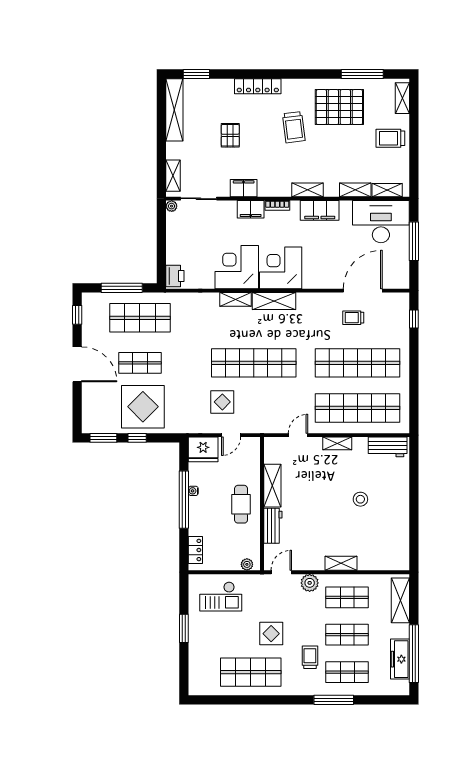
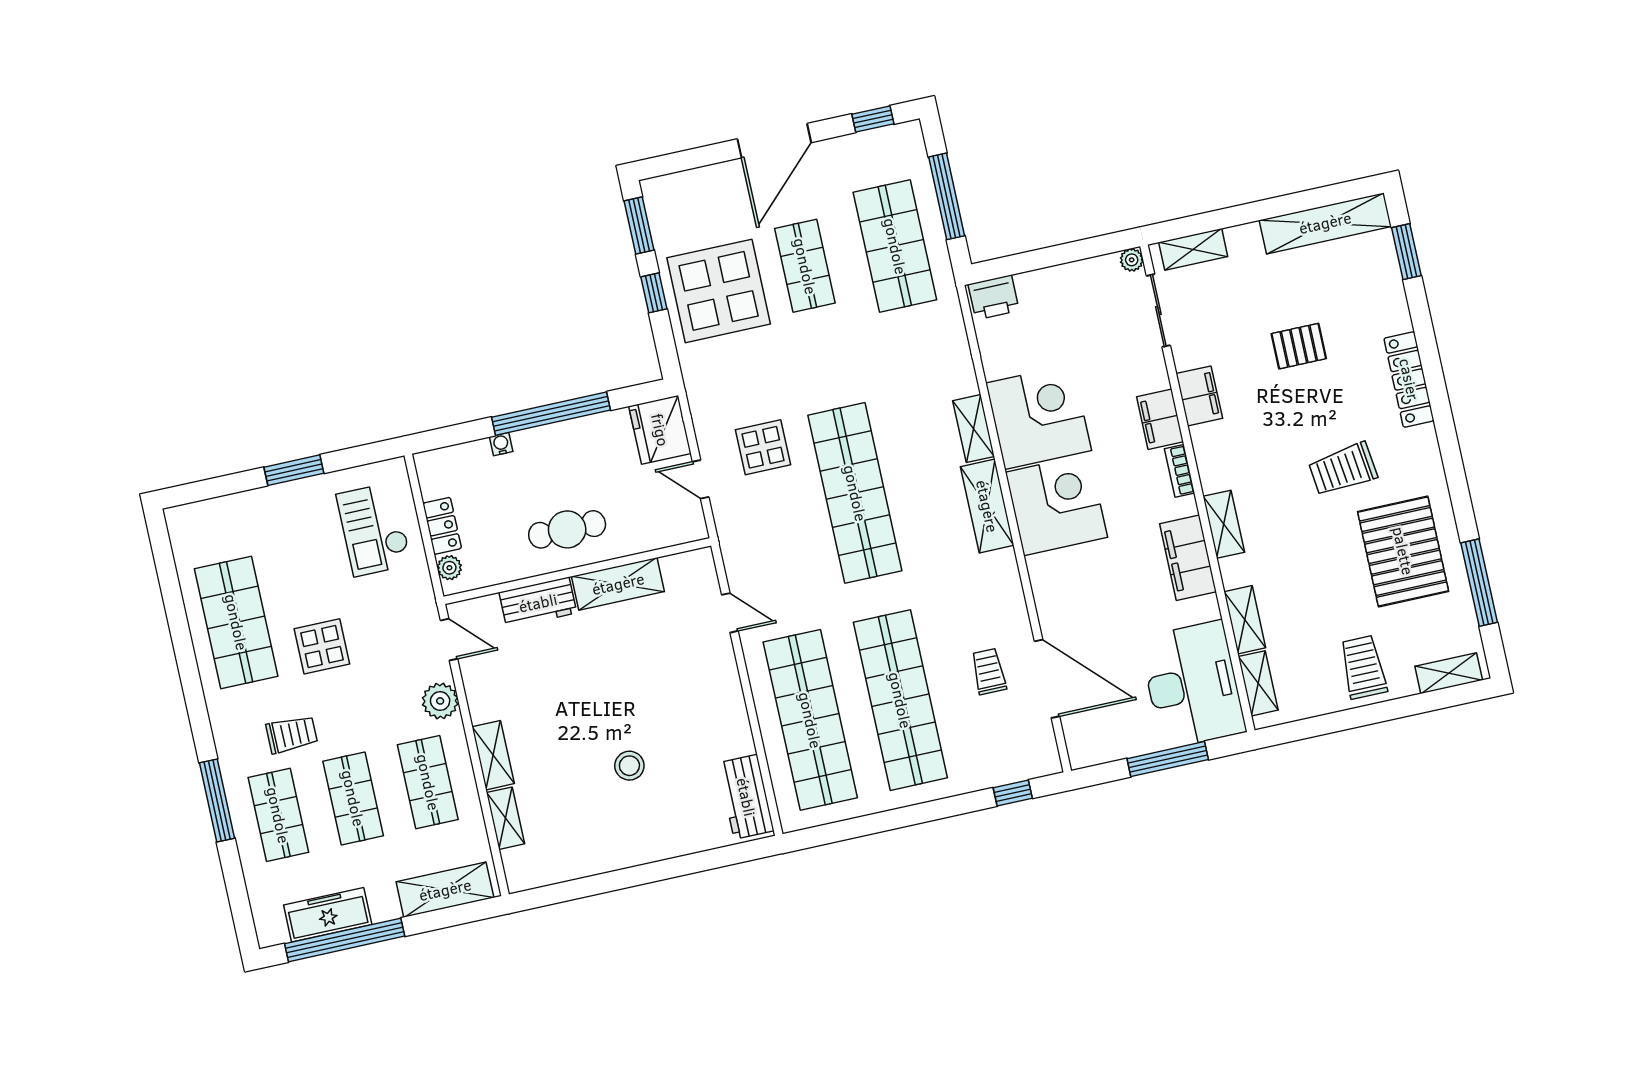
shelving: (337, 443) -> (505, 818), moved
water cooler: (193, 491) -> (501, 444), moved
locker: (195, 550) -> (442, 526), moved, turned -90

